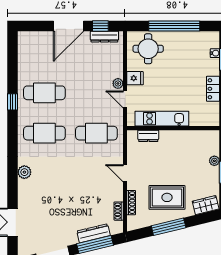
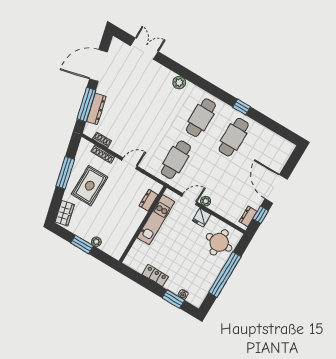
dresser: (104, 37) -> (248, 216), width x0.70

